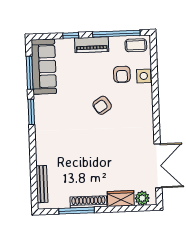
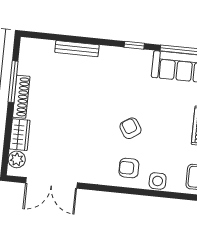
armchair: (122, 74) -> (129, 168), moved
window: (31, 112) -> (134, 45), width x0.67
bench: (42, 184) -> (77, 49), moved

